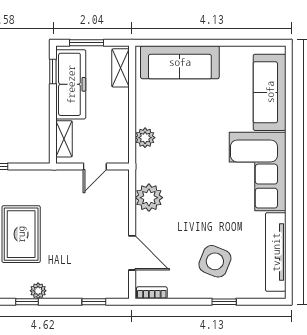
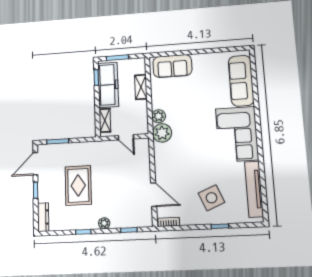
sofa: (180, 62) -> (172, 66), width x0.73
shelving: (121, 68) -> (141, 87), moved
door: (95, 166) -> (126, 137), hinge flipped
plant: (149, 198) -> (162, 133), moved
side table: (215, 261) -> (211, 198), turned 45
plant: (38, 291) -> (104, 223), moved

